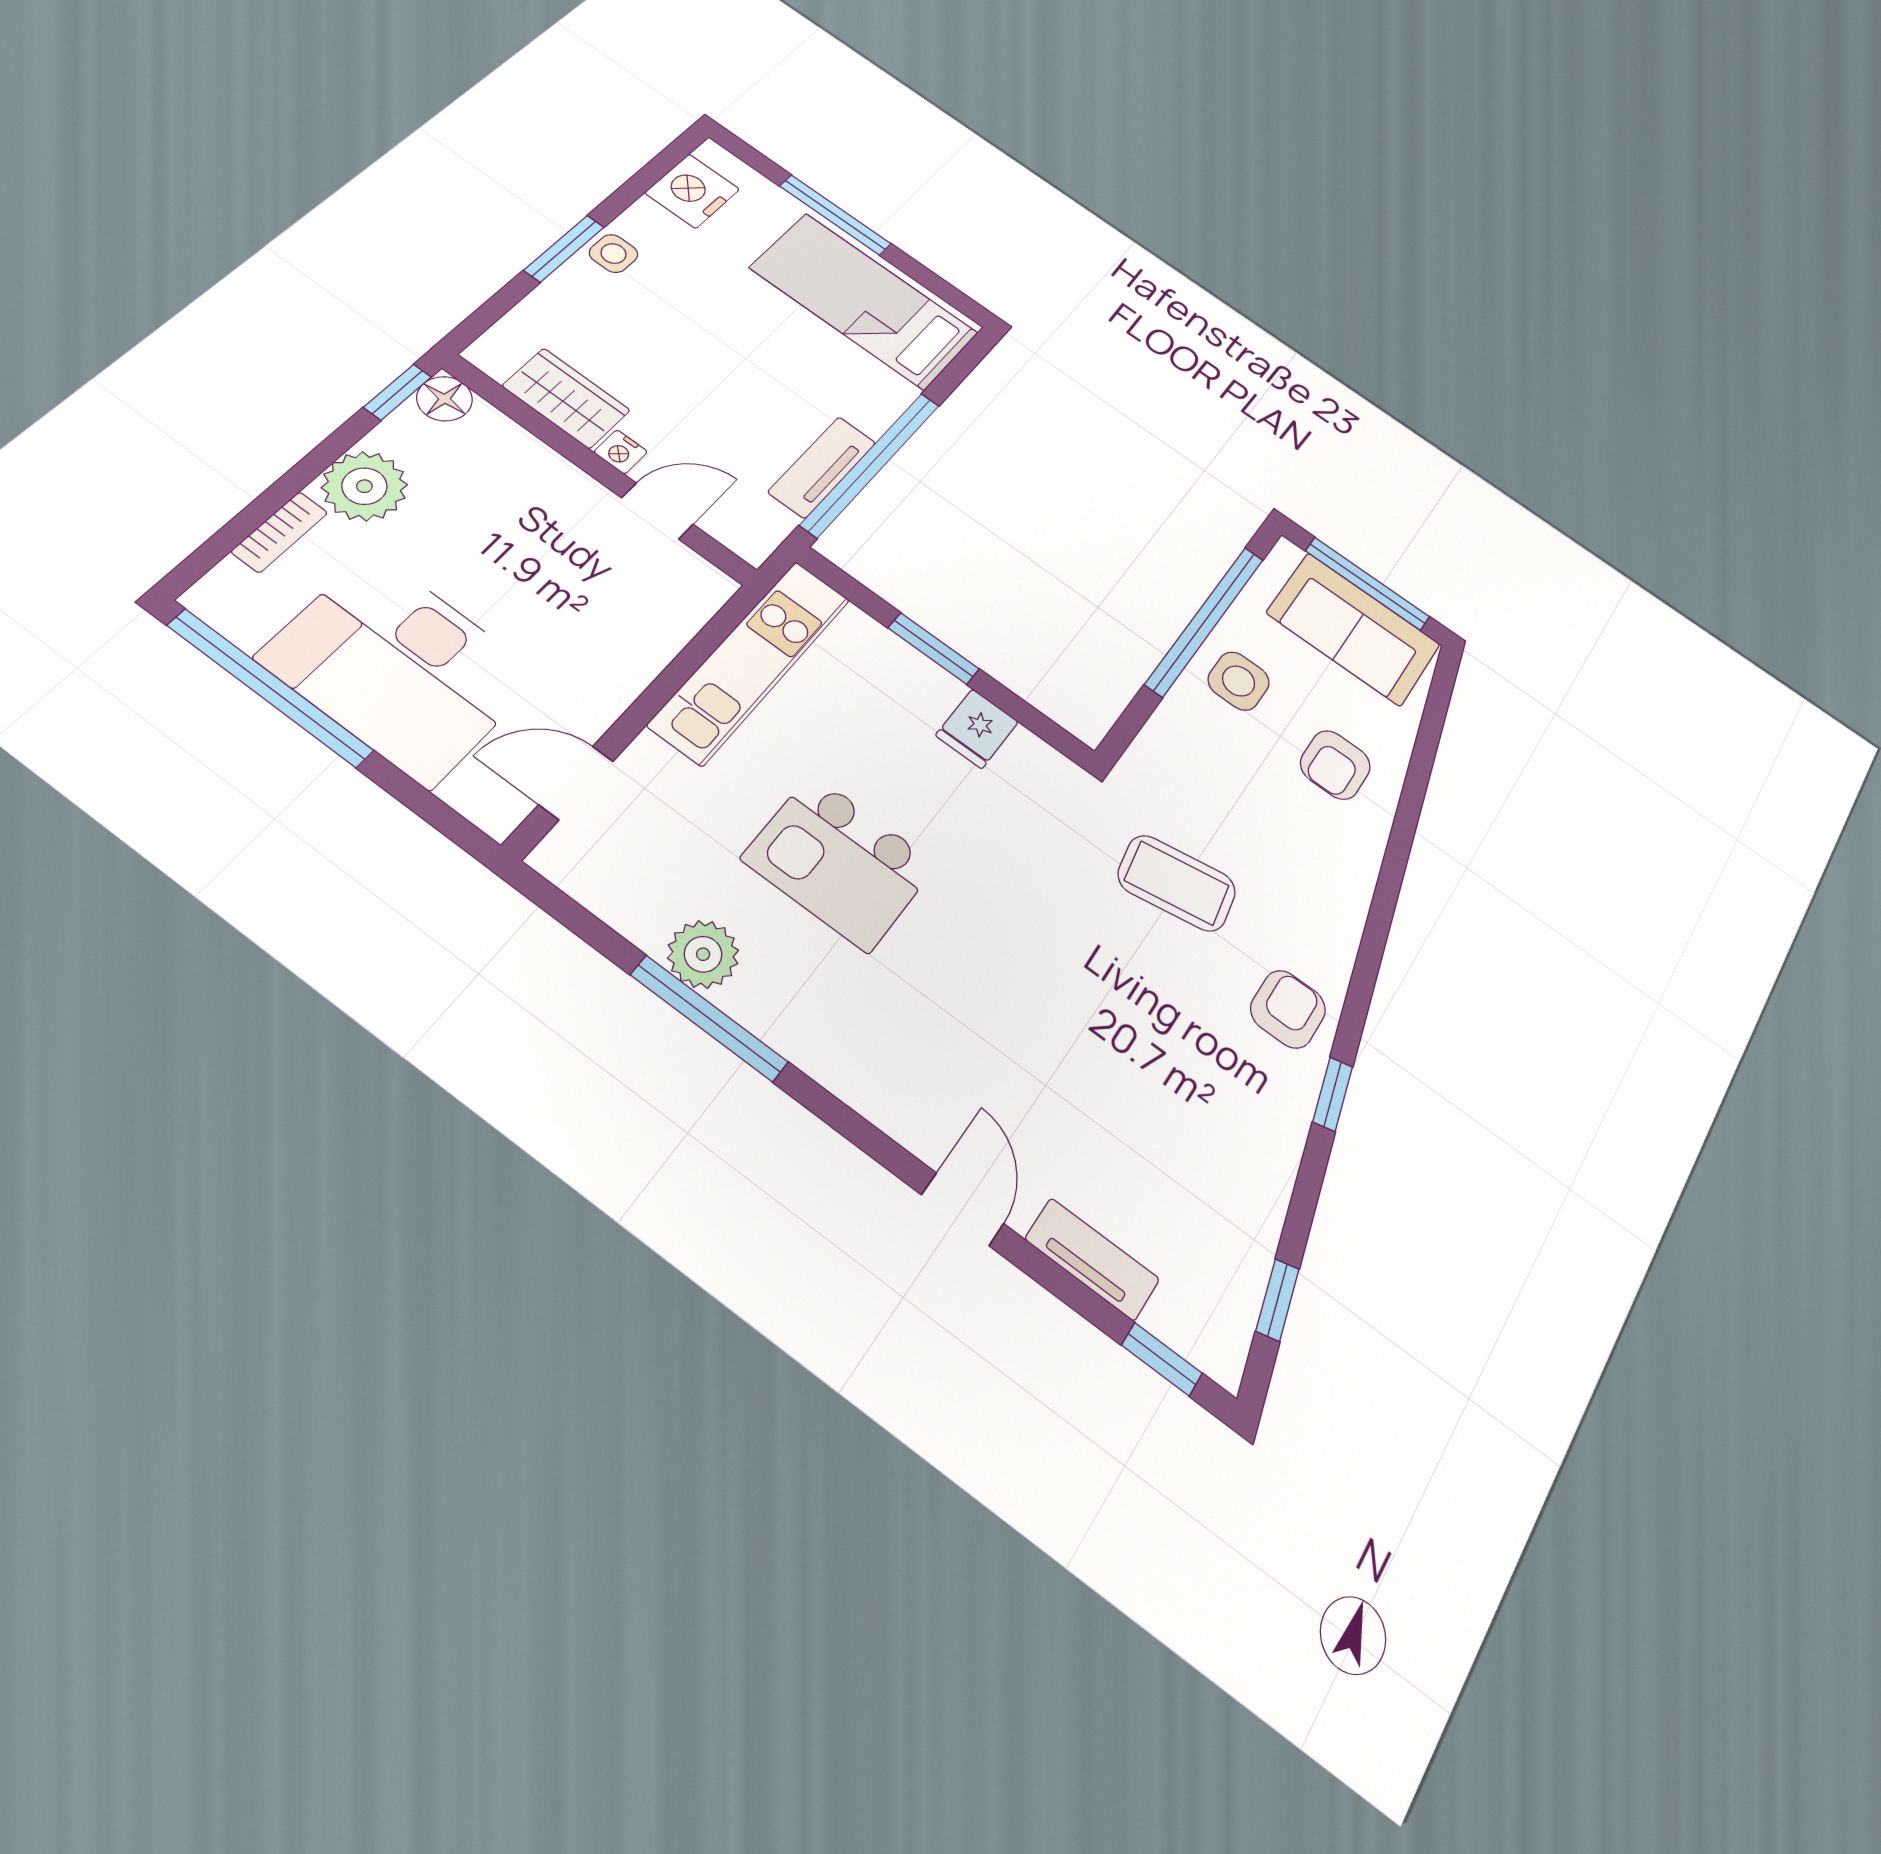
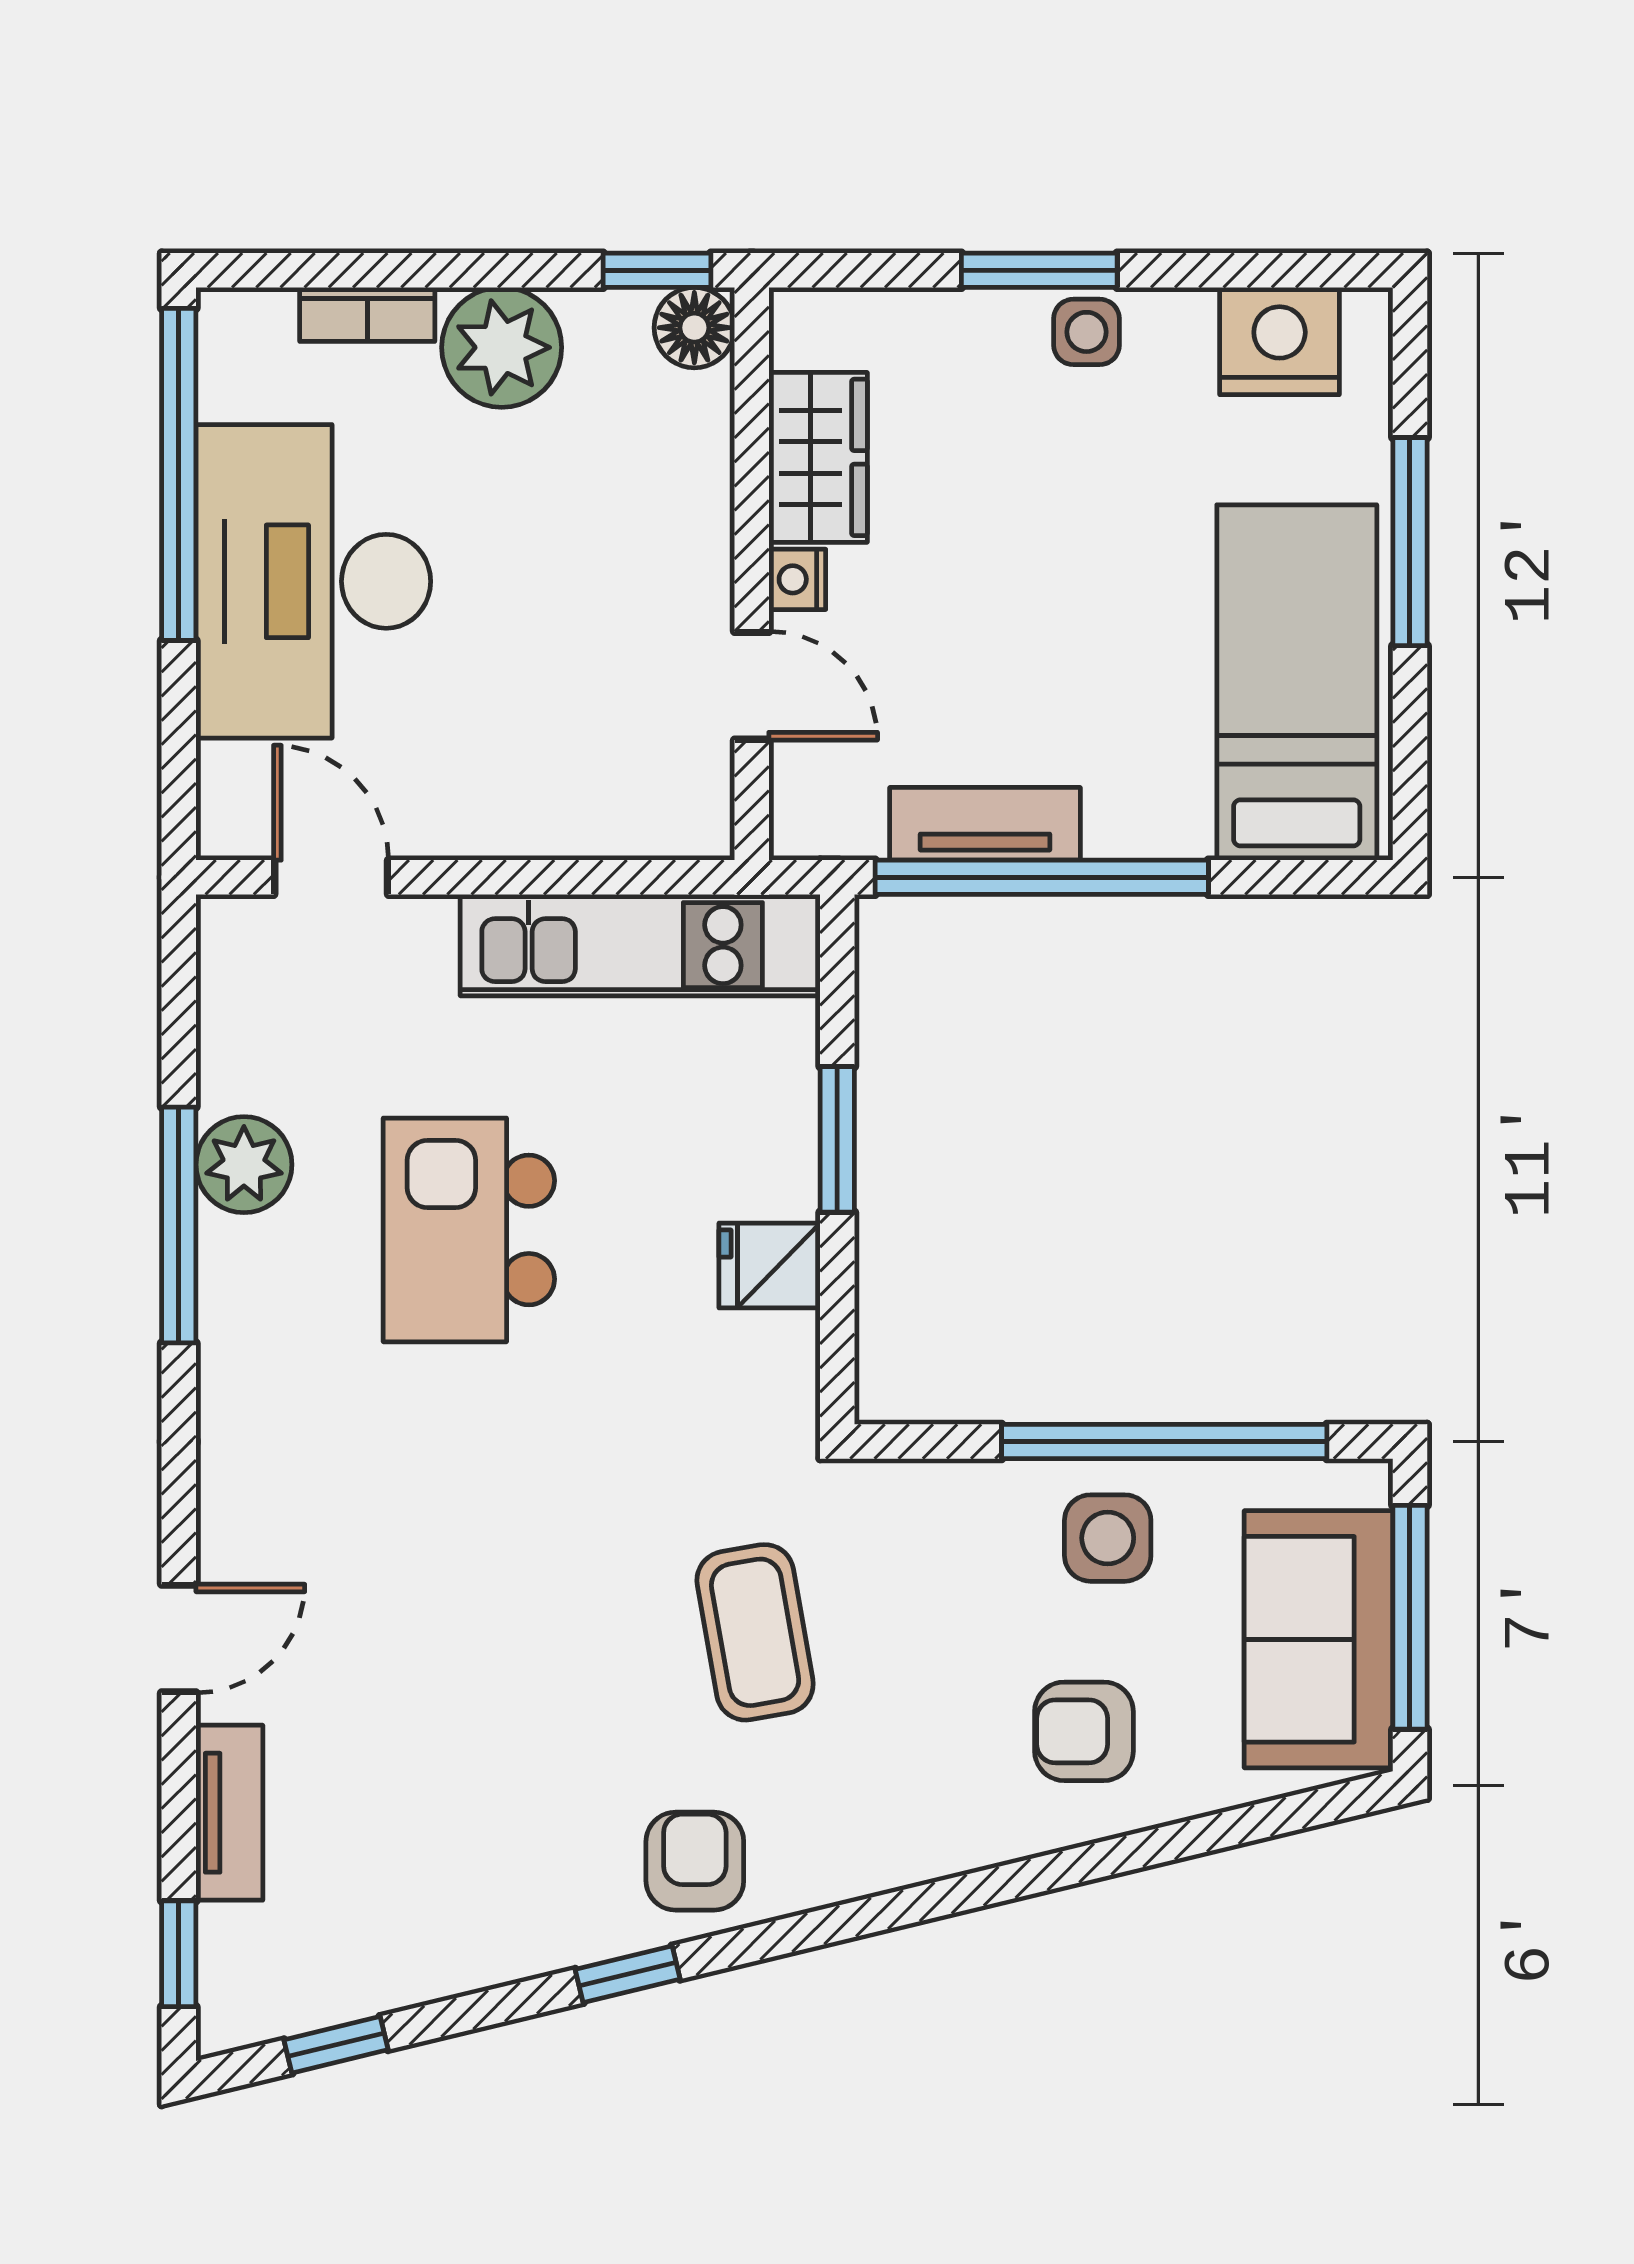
armchair: (1288, 1009) -> (695, 1861), turned -90

